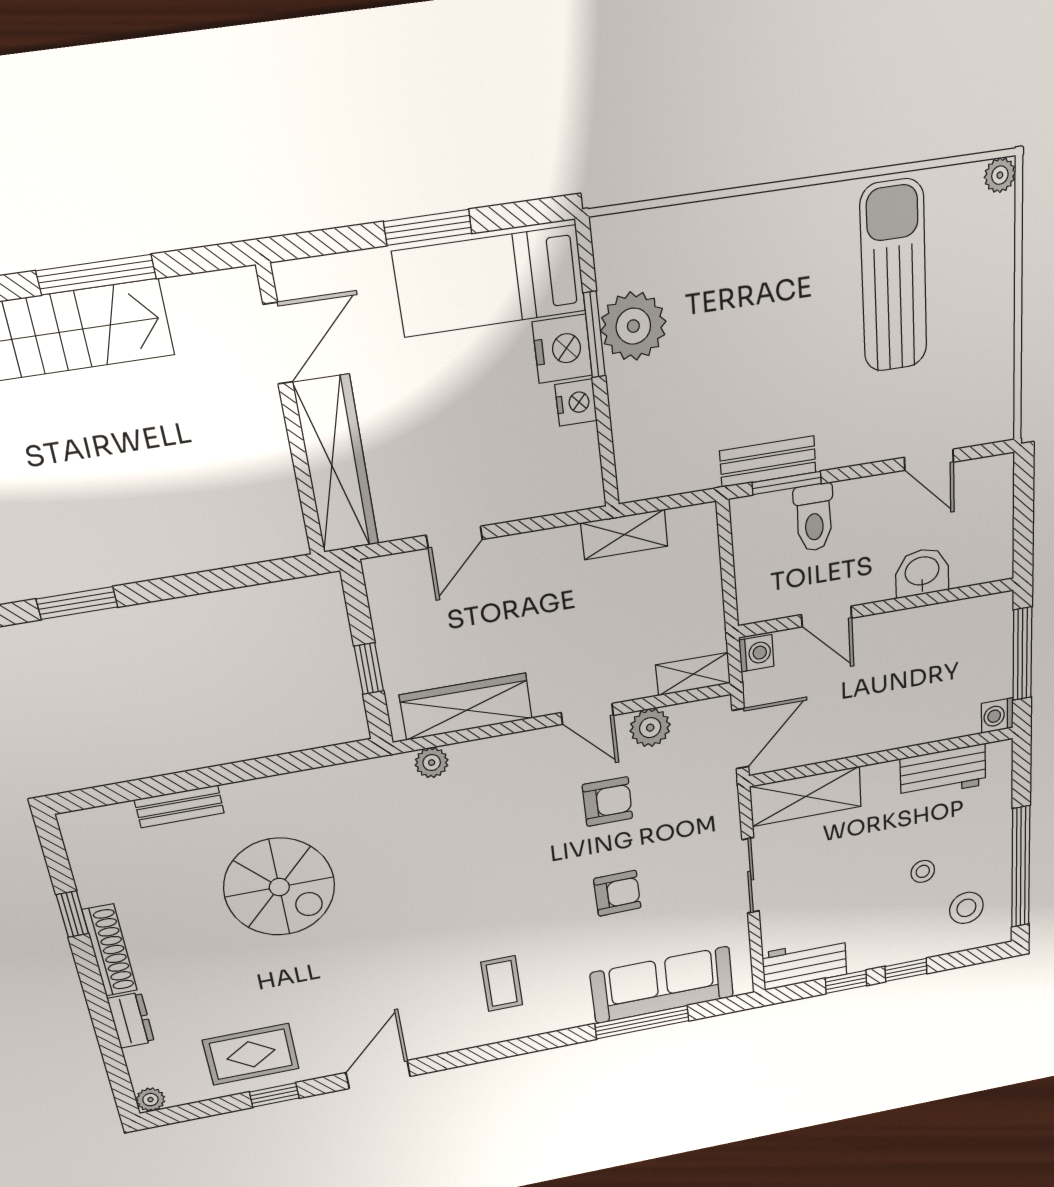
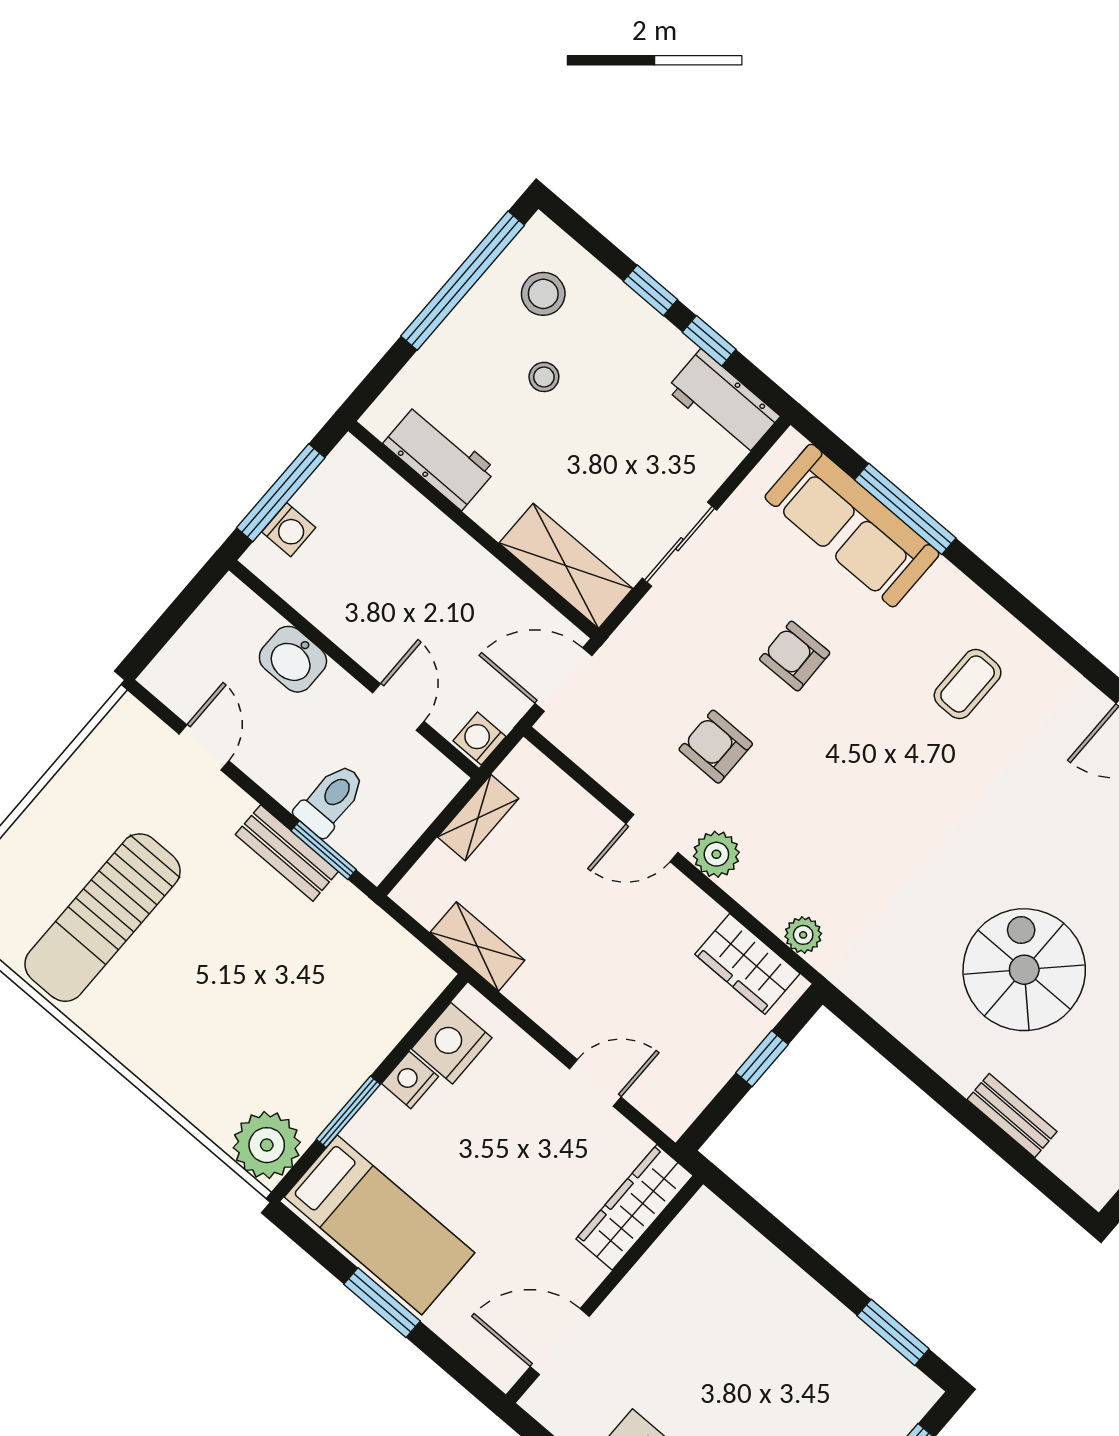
plant: (633, 326) -> (267, 1145), moved
nightstand: (562, 349) -> (452, 1043), moved
bench: (768, 462) -> (287, 853), moved
wardrobe: (336, 465) -> (635, 1207), width x0.71, depth x0.85
shelving: (693, 674) -> (478, 818), moved, turned 90
wardrobe: (466, 707) -> (747, 964), width x0.67
door: (587, 714) -> (652, 838), swing flipped
washing machine: (997, 716) -> (289, 530), moved
plant: (650, 728) -> (716, 854), moved

